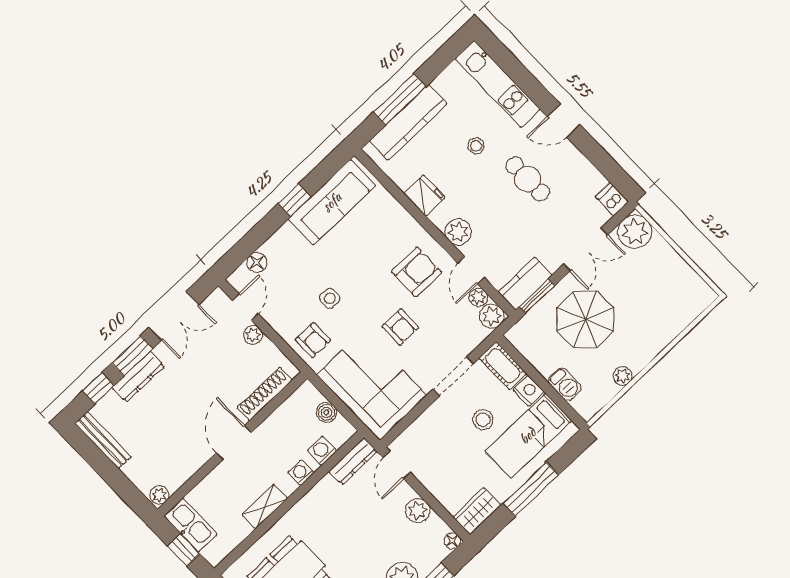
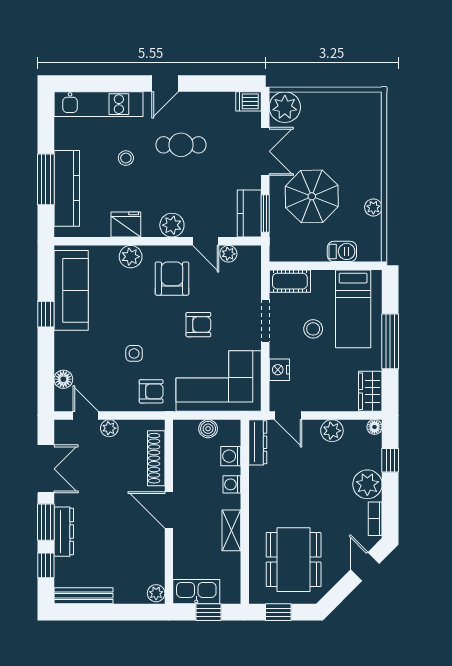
plant: (492, 316) -> (131, 257), moved
nightstand: (528, 391) -> (279, 370), moved, turned -90

